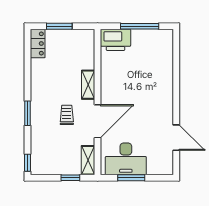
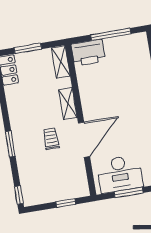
shelving: (88, 160) -> (61, 62), moved

